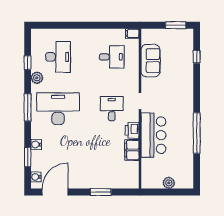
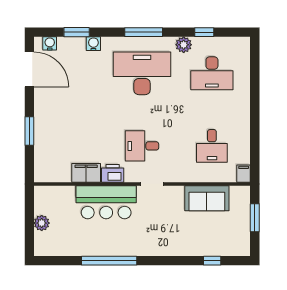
window: (176, 25) -> (255, 218), moved
desk: (58, 109) -> (142, 73), turned -90
desk: (112, 109) -> (142, 146), turned 180

